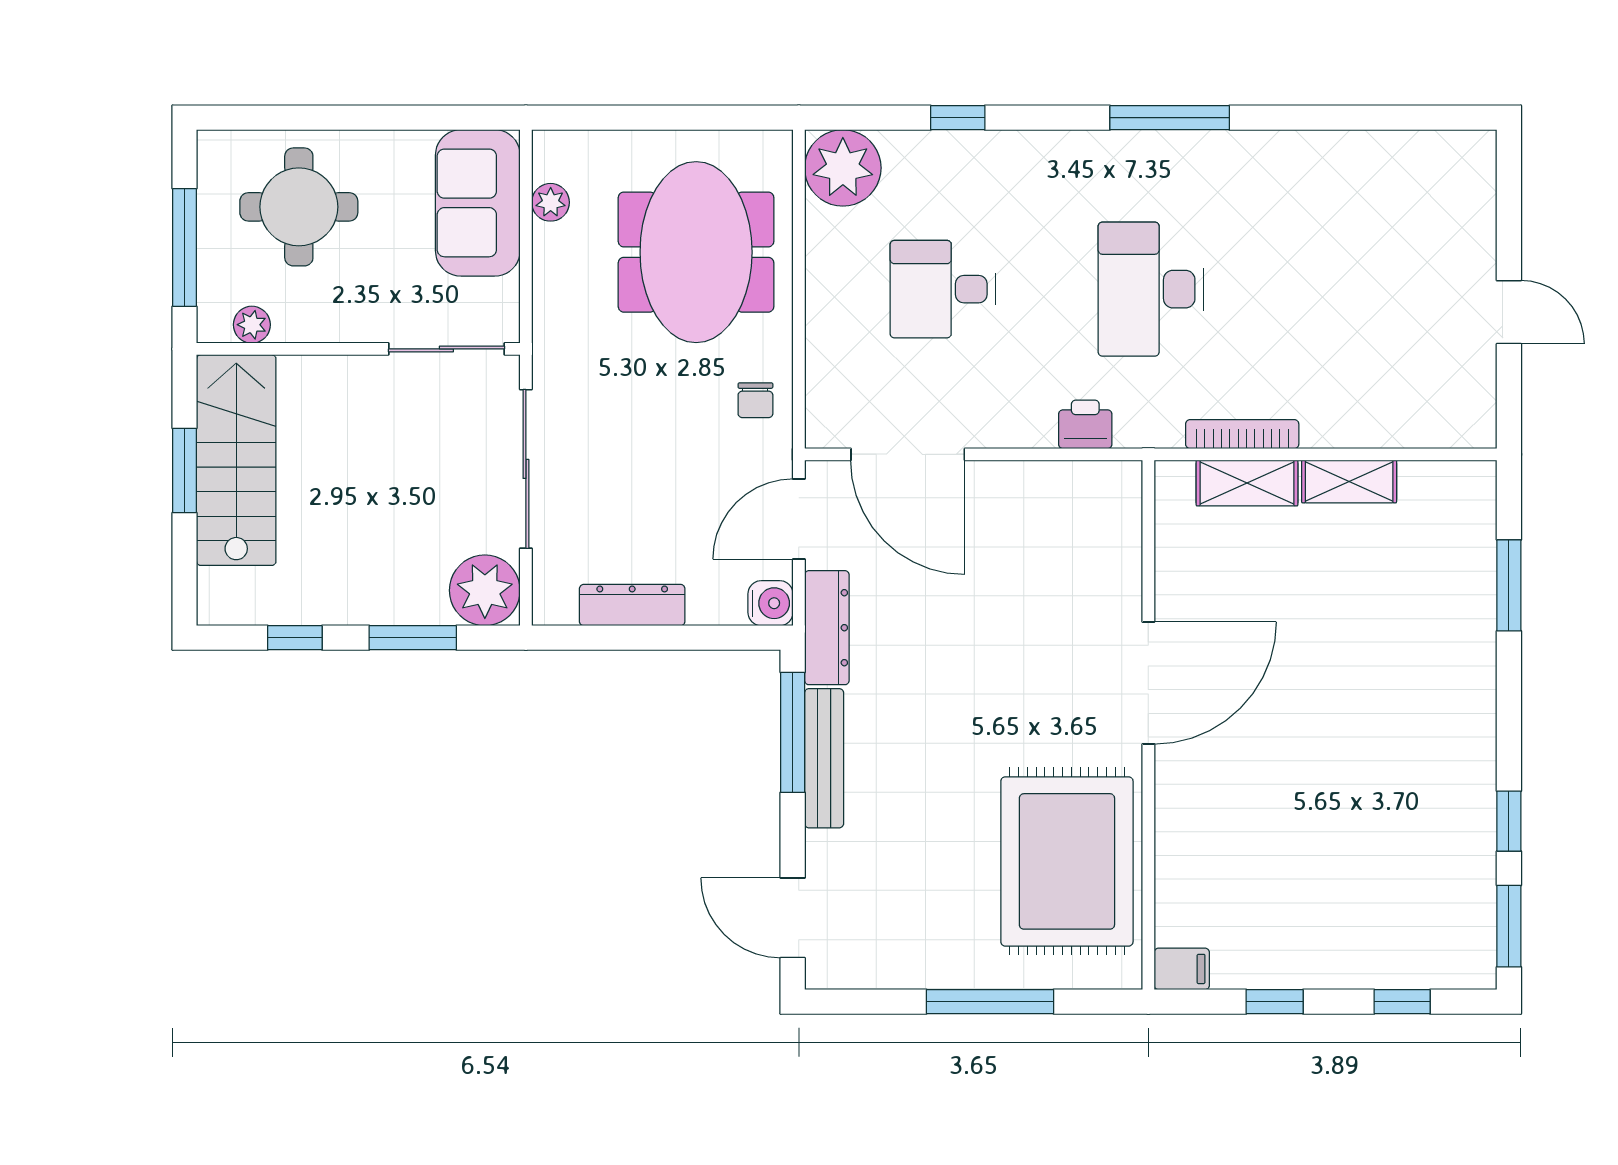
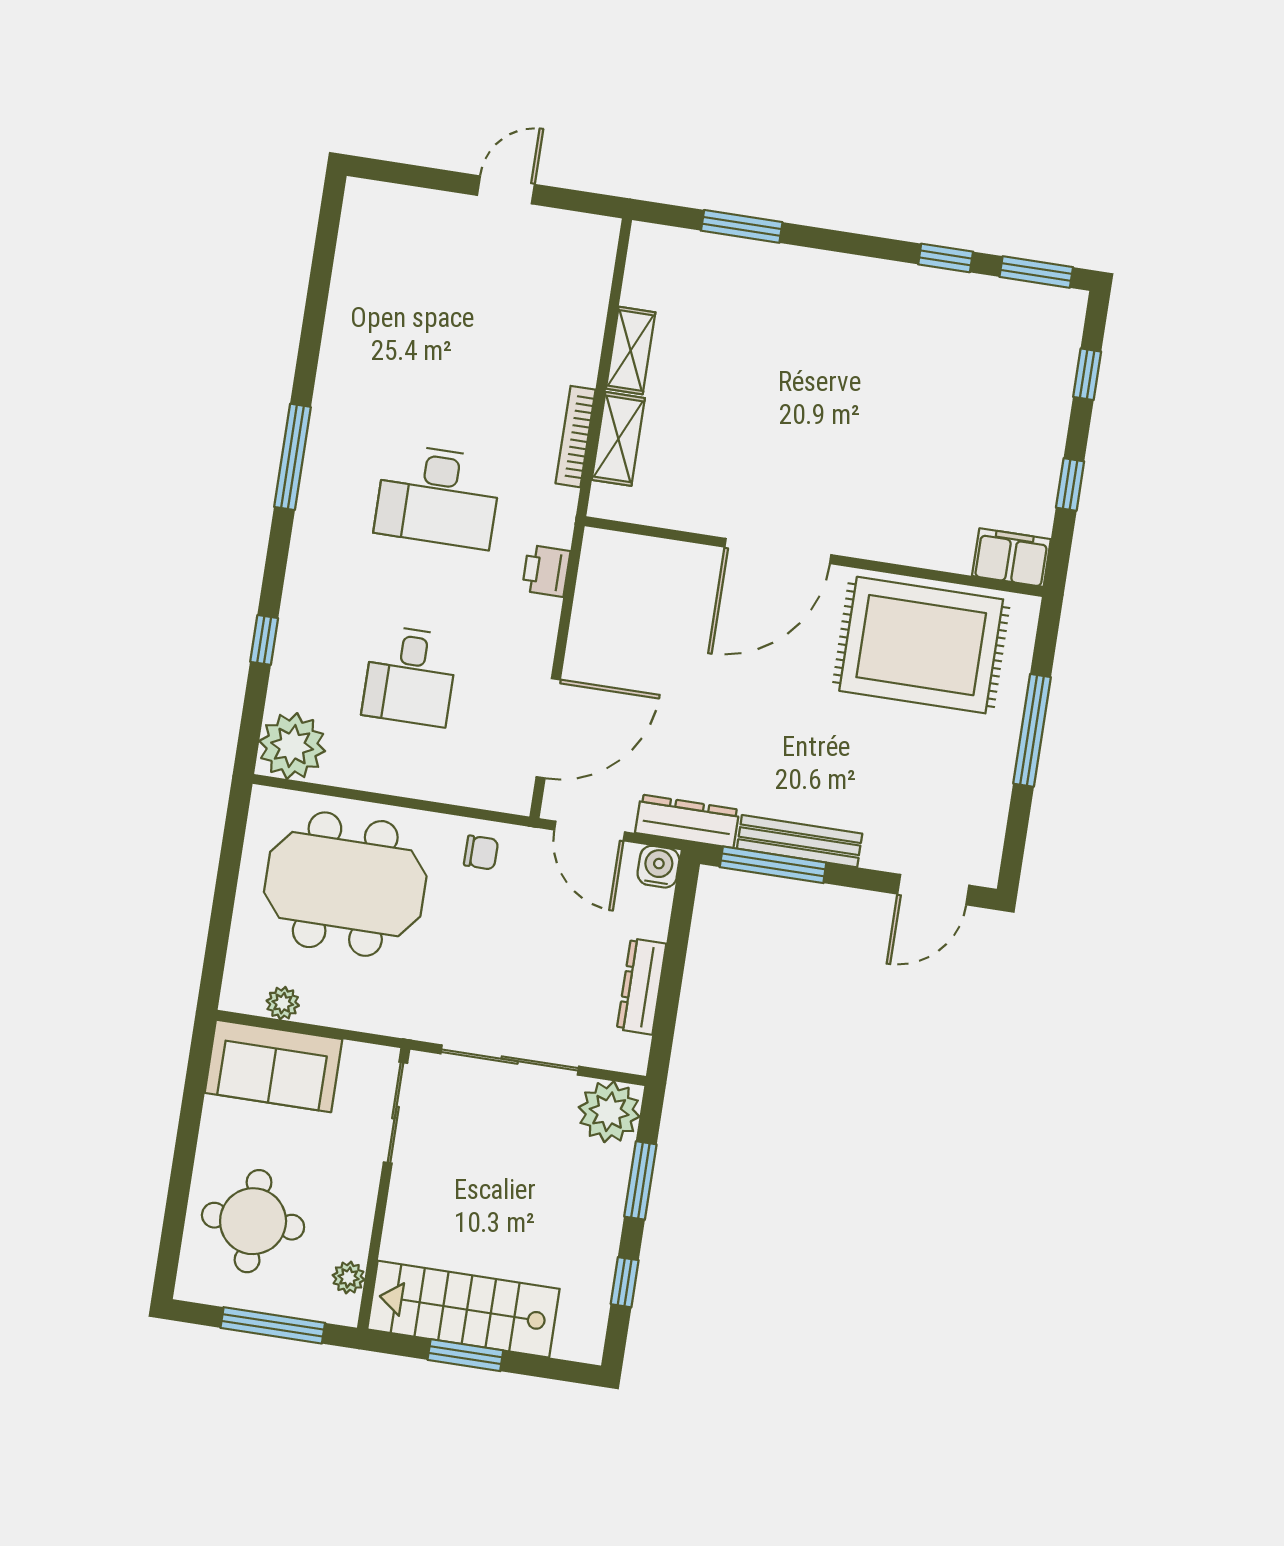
door: (1148, 683) -> (778, 551), swing flipped
filing cabinet: (1182, 969) -> (1011, 558), width x2.00

